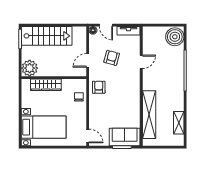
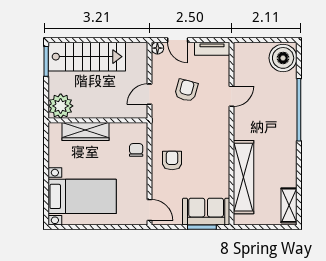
armchair: (99, 87) -> (172, 160), moved
shelving: (179, 123) -> (289, 205), moved

